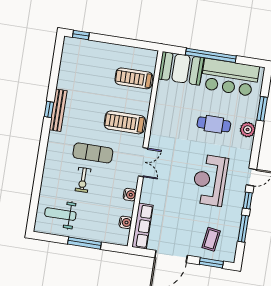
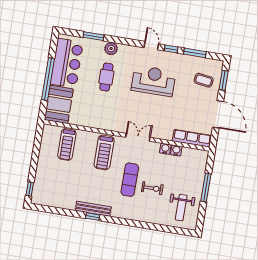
reception desk: (210, 180) -> (154, 81), turned 180
water cooler: (126, 222) -> (176, 151), moved

